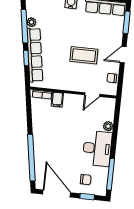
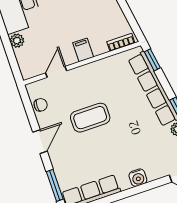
window: (26, 58) -> (152, 60), moved
filing cabinet: (57, 100) -> (83, 50), moved

